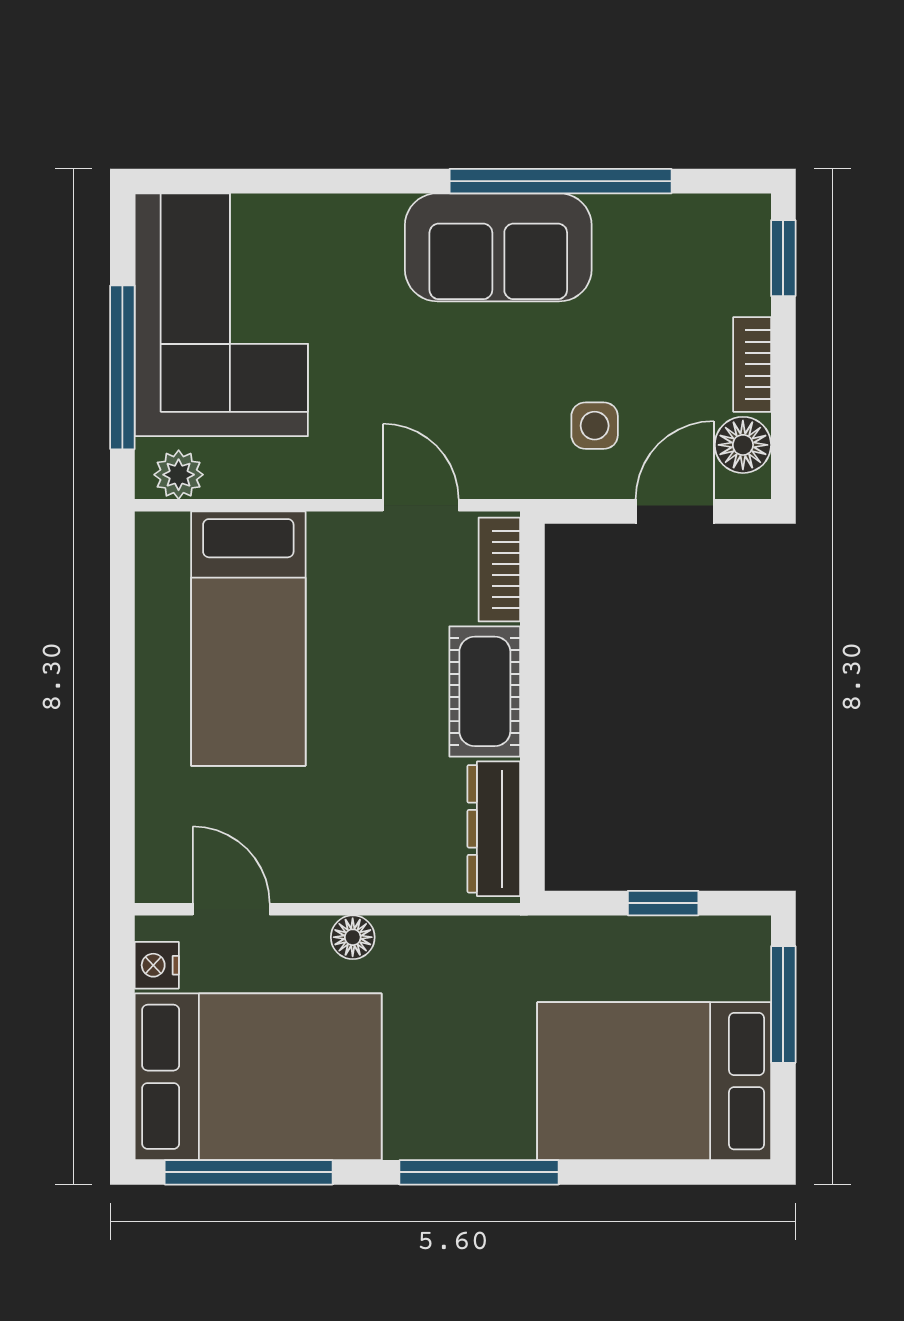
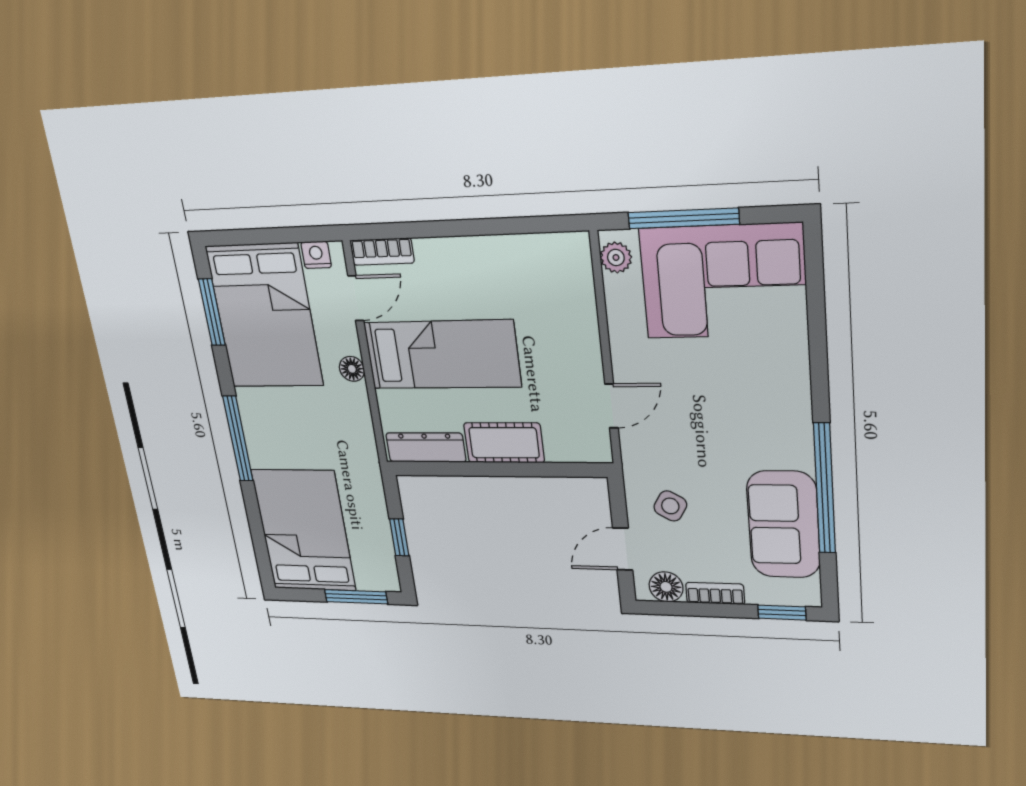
sofa: (498, 247) -> (783, 525), moved
side table: (595, 426) -> (670, 506), turned 30
door: (675, 511) -> (623, 549), swing flipped
bookcase: (499, 569) -> (382, 252), moved, turned 180
bed: (248, 639) -> (442, 355), moved, turned 180
window: (249, 1172) -> (212, 312), width x0.69

